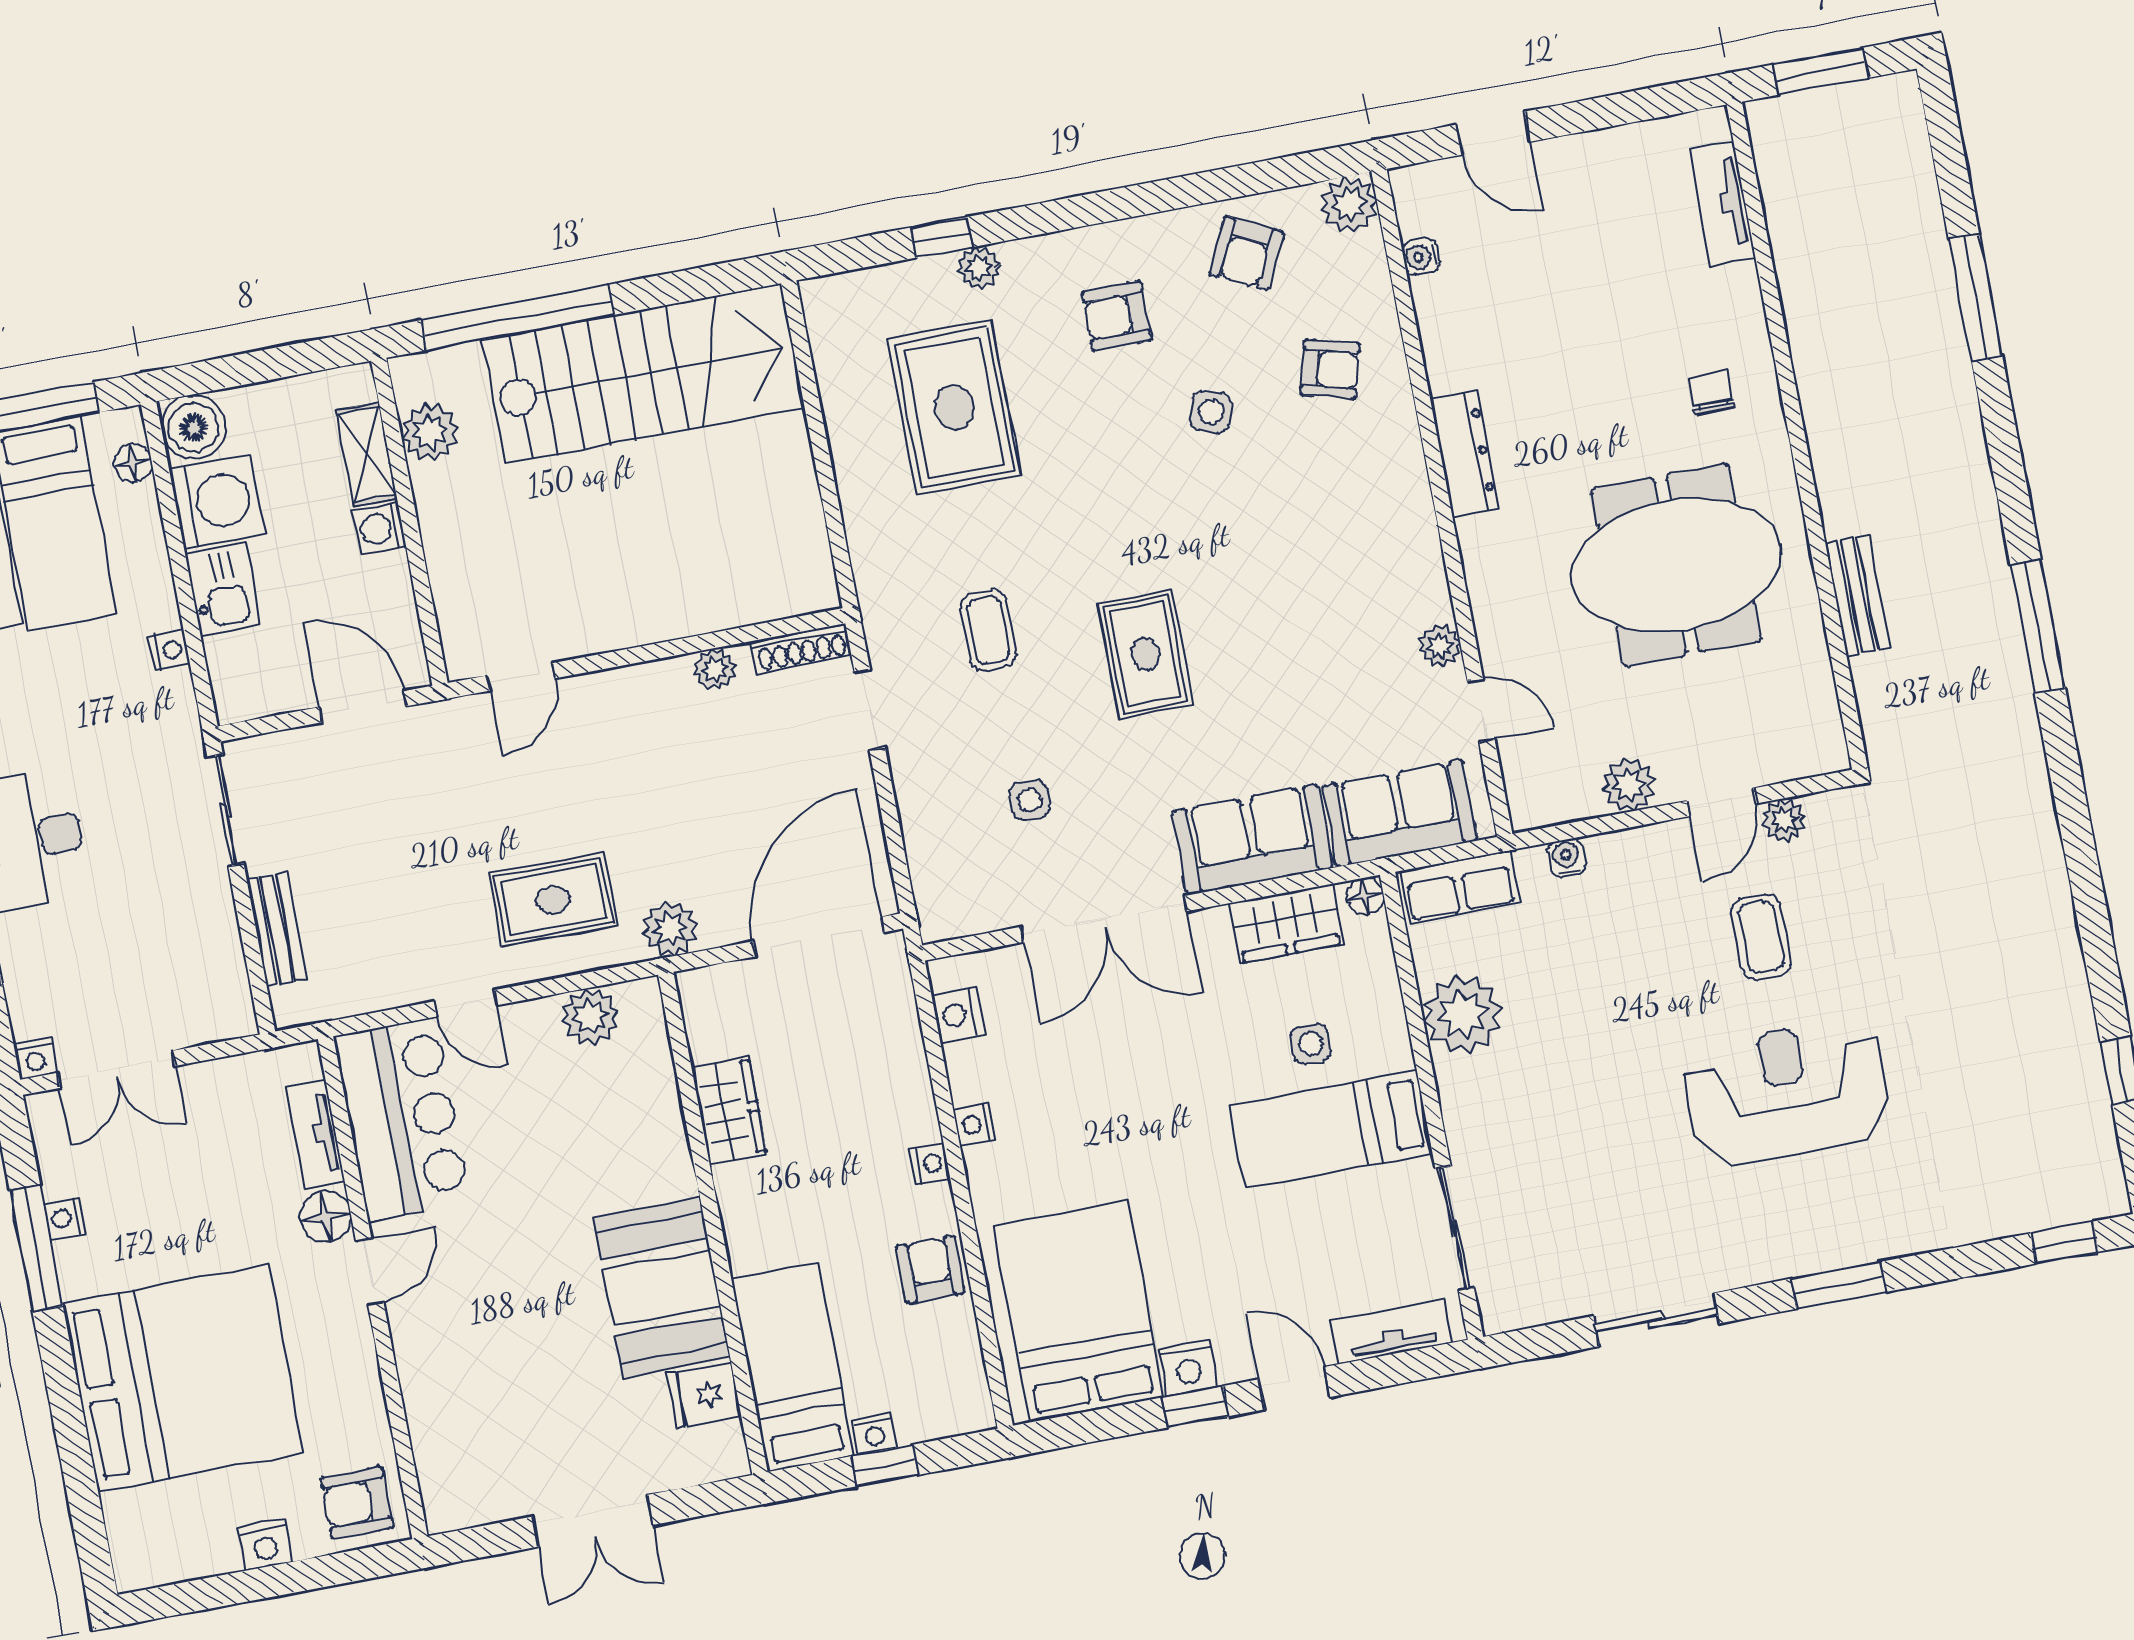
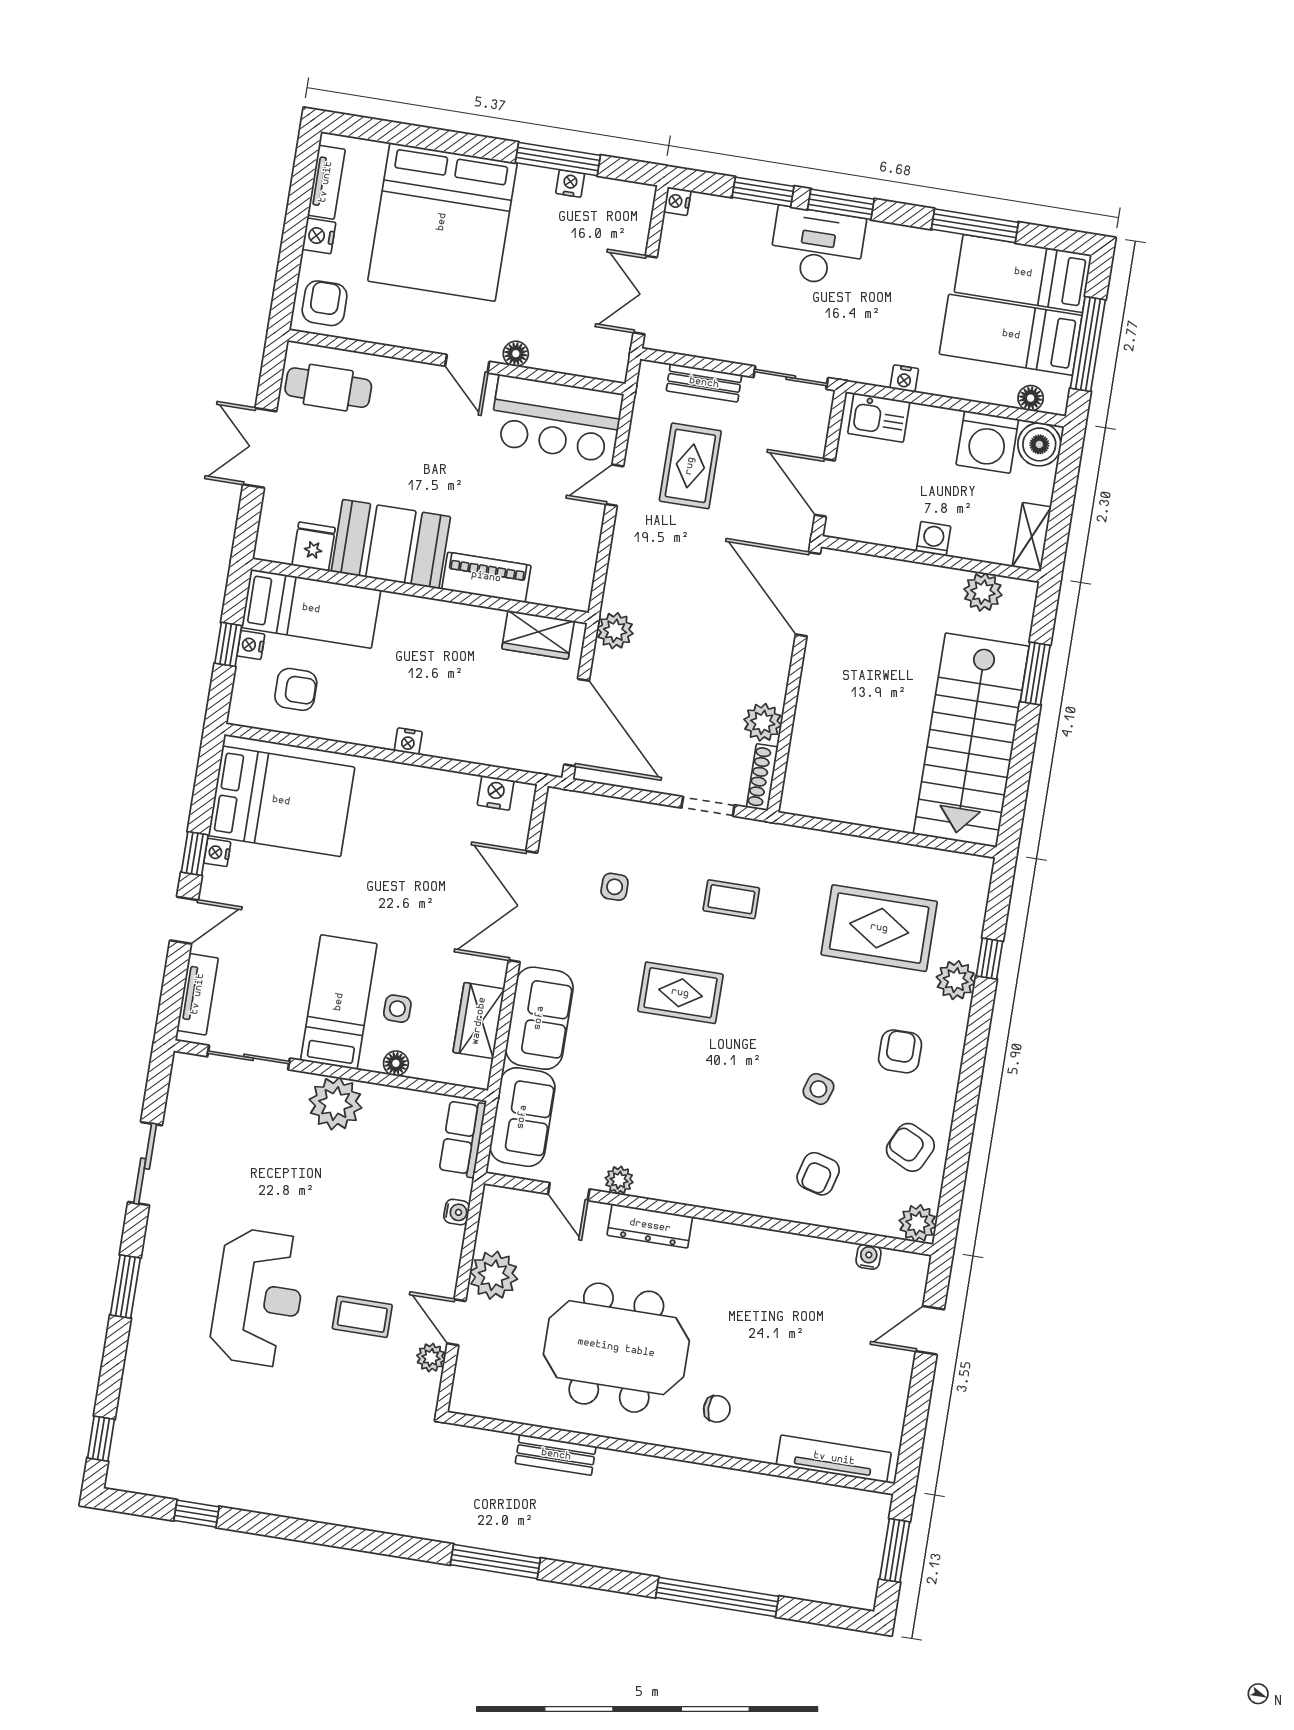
tv unit: (1722, 203) -> (834, 1459), width x1.41
plant: (979, 268) -> (956, 980), width x1.38, depth x1.38
window: (1975, 297) -> (717, 1597), width x1.46
window: (518, 317) -> (1035, 674), width x0.47
dresser: (1465, 453) -> (650, 1226), moved
shelving: (366, 454) -> (1032, 537), moved, turned 90
meeting table: (1676, 565) -> (616, 1348), turned 90
kitchen sink: (223, 589) -> (879, 418), moved
plant: (715, 669) -> (763, 722), width x1.38, depth x1.38
door: (521, 677) -> (808, 594), width x1.87
door: (363, 707) -> (825, 488), swing flipped
door: (1481, 711) -> (569, 1192), hinge flipped
plant: (1629, 785) -> (494, 1275), width x1.36, depth x1.36
floor lamp: (1365, 896) -> (396, 1063), moved
rug: (553, 900) -> (690, 466), moved
plant: (1463, 1015) -> (335, 1104), moved
plant: (590, 1017) -> (578, 561), removed
double door: (116, 1069) -> (645, 295), moved
wardrobe: (729, 1111) -> (538, 635), moved
nightstand: (974, 1124) -> (423, 778), removed
tv unit: (315, 1134) -> (326, 182), moved, turned 90
piano: (660, 1137) -> (486, 577), added
floor lamp: (326, 1217) -> (516, 354), width x0.73, depth x0.73
armchair: (930, 1270) -> (296, 689), moved
nightstand: (1189, 1368) -> (217, 852), width x0.72, depth x0.74
cafe table: (473, 1455) -> (328, 388), added

